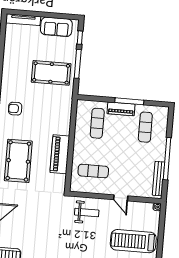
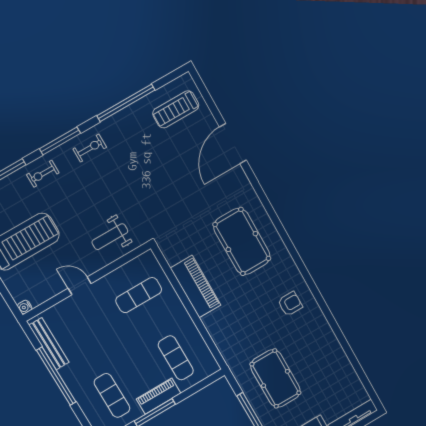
pool table: (51, 73) -> (275, 378), turned 90

